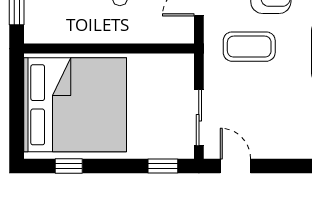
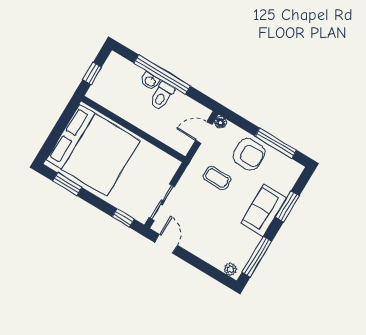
coffee table: (249, 47) -> (217, 178), width x0.73, depth x0.77
window: (69, 166) -> (67, 184), width x1.50

